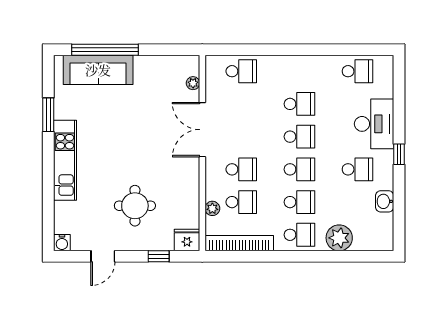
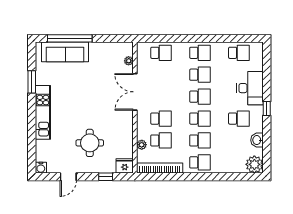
school desk: (299, 71) -> (200, 53), added
plant: (339, 238) -> (254, 164), moved

